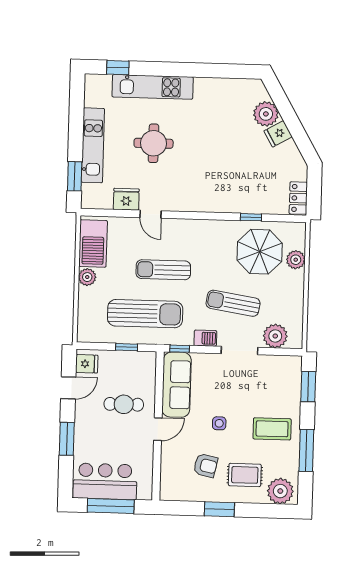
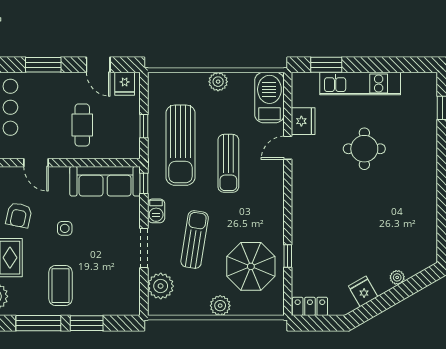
kitchen unit: (153, 87) -> (425, 146), removed
plant: (266, 114) -> (397, 277), width x0.53, depth x0.53
fridge: (278, 134) -> (363, 291), moved
barbecue: (93, 243) -> (269, 98), moved, turned 90
plant: (296, 260) -> (220, 306), moved
sun lounger: (163, 270) -> (228, 163), turned 180
window: (308, 387) -> (87, 323), moved
door: (158, 429) -> (36, 163), moved

